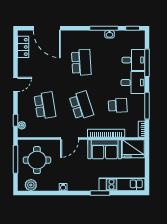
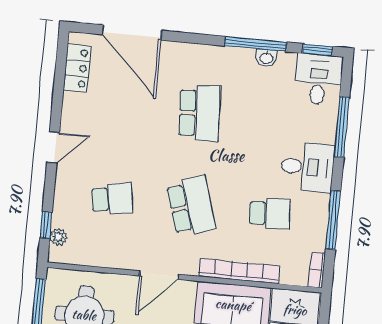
desk: (134, 60) -> (318, 79), moved, turned -90
school desk: (45, 105) -> (112, 199), width x0.54

